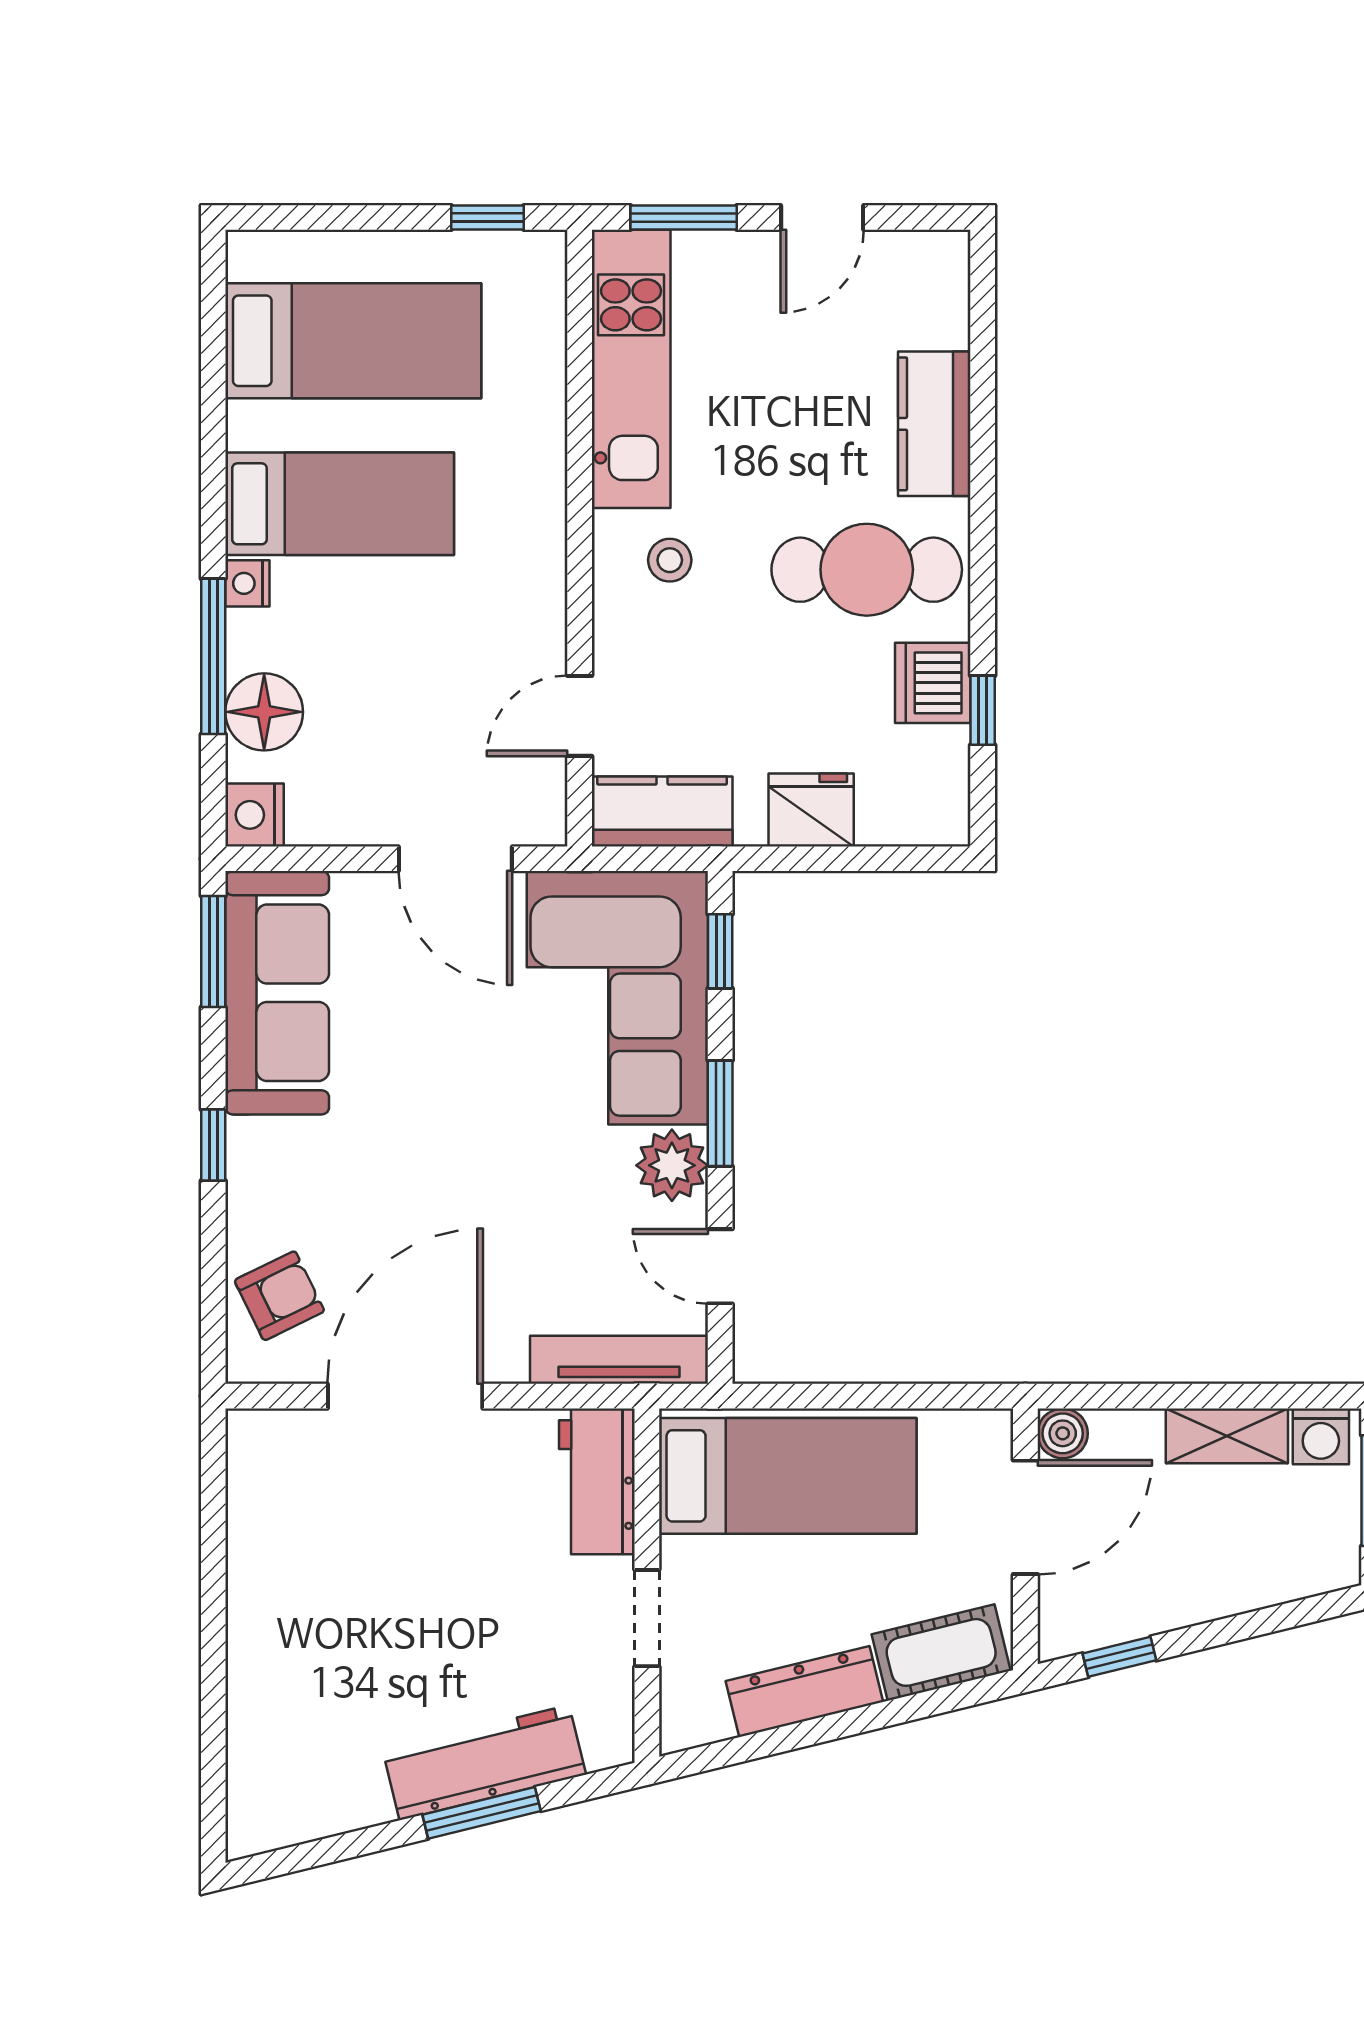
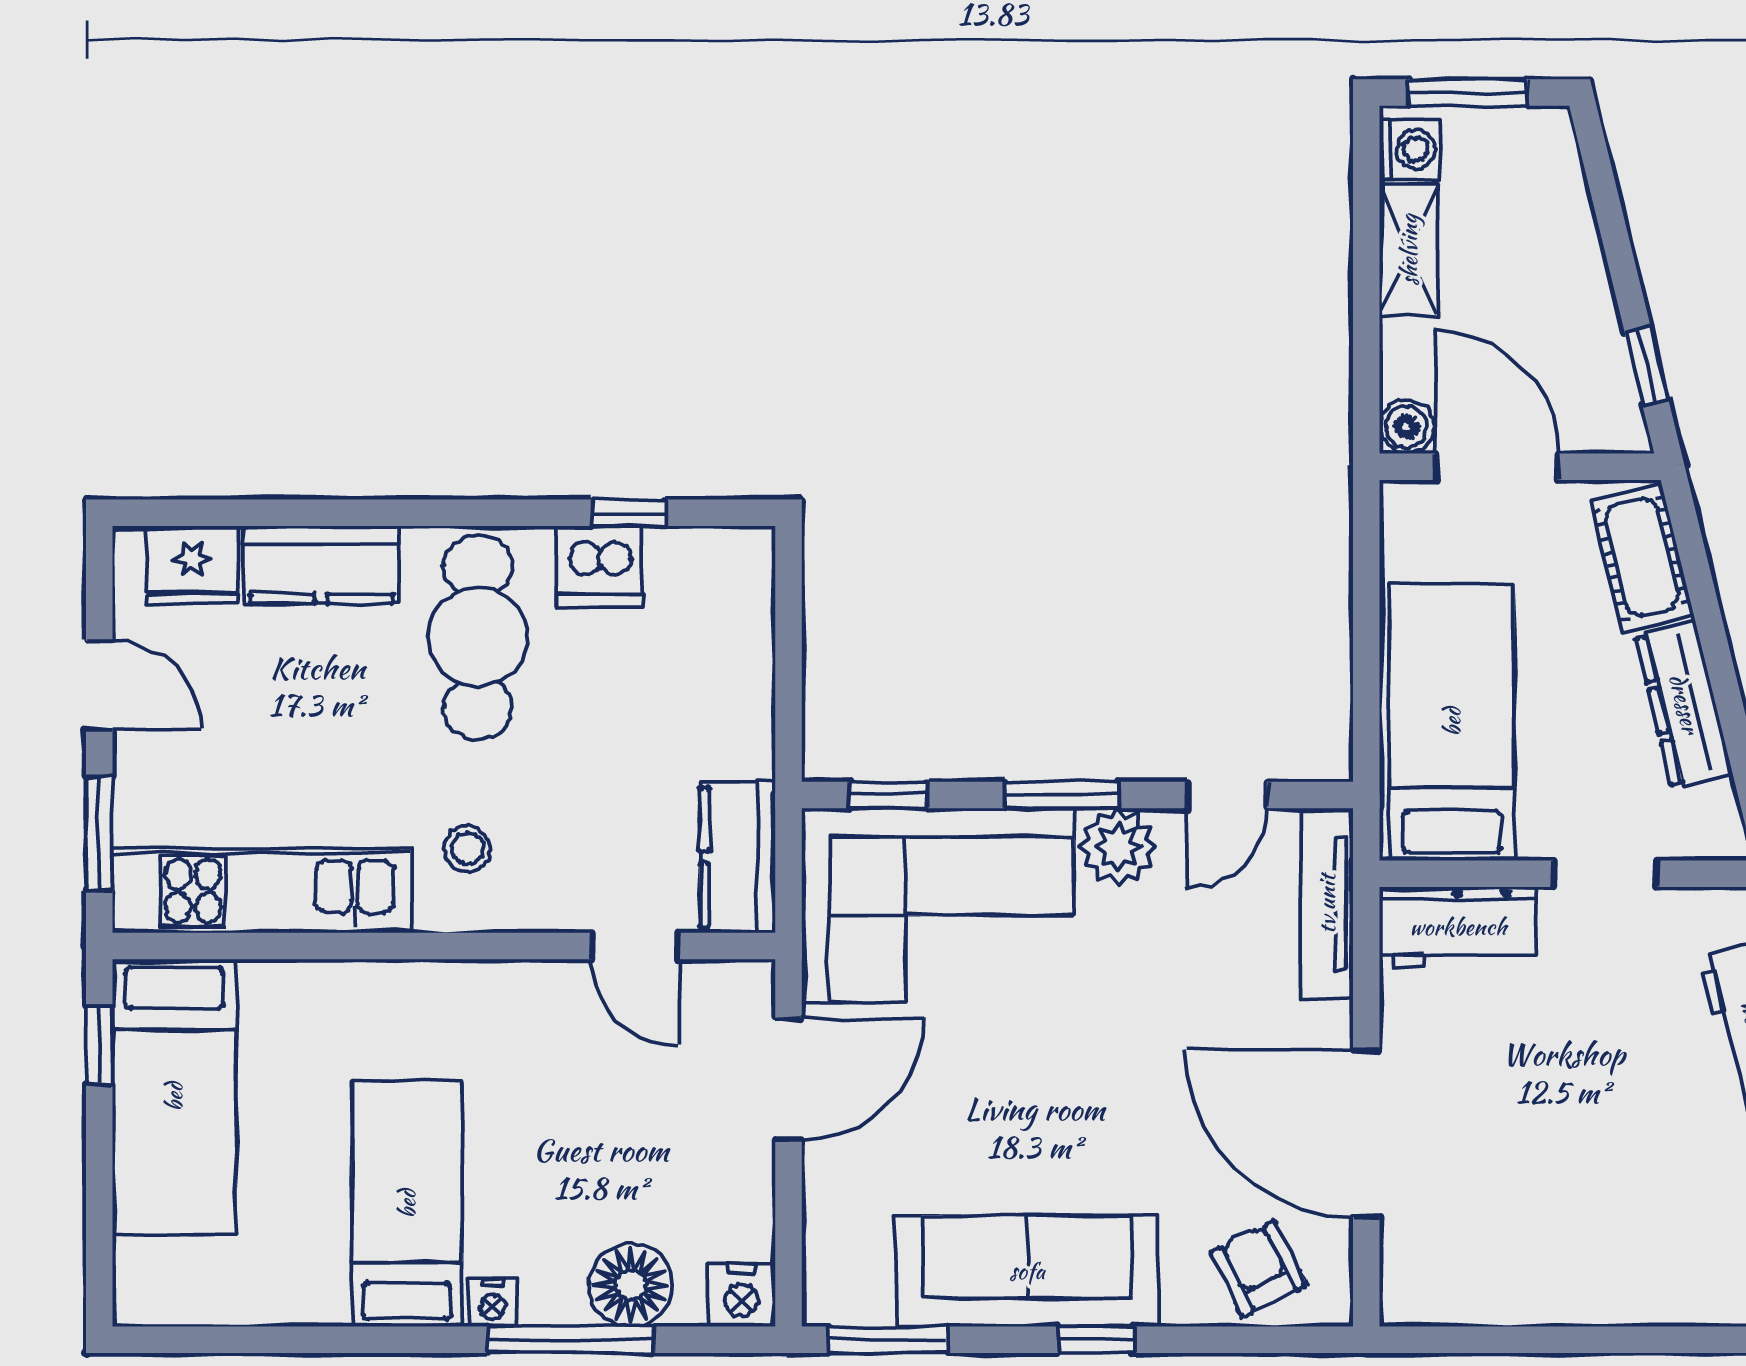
bed: (353, 341) -> (174, 1097), moved, turned 180
fridge: (811, 810) -> (192, 565), moved, turned -90
sofa: (277, 993) -> (1027, 1271), moved

